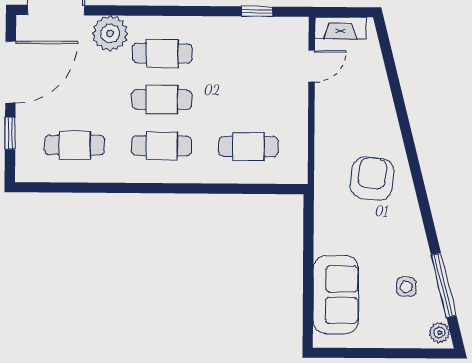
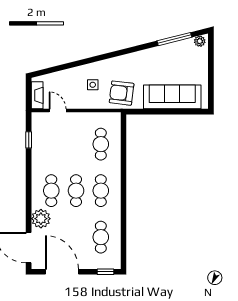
window: (10, 133) -> (105, 272), moved
armchair: (372, 179) -> (122, 93), moved
side table: (406, 287) -> (93, 85), moved
sofa: (336, 295) -> (172, 97), width x1.36

